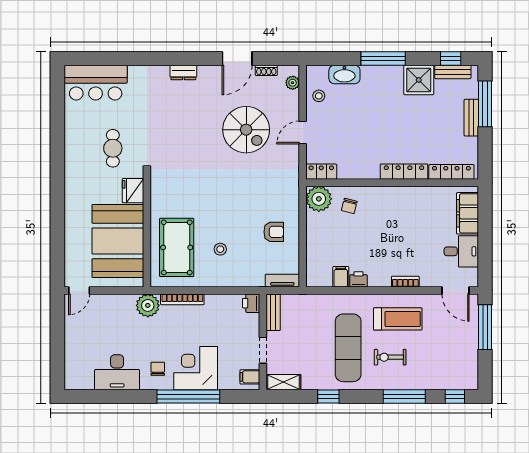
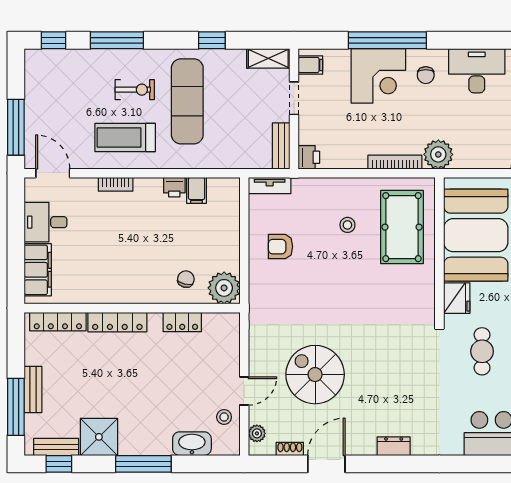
door: (303, 132) -> (244, 391), moved
locker: (321, 172) -> (182, 322), moved

